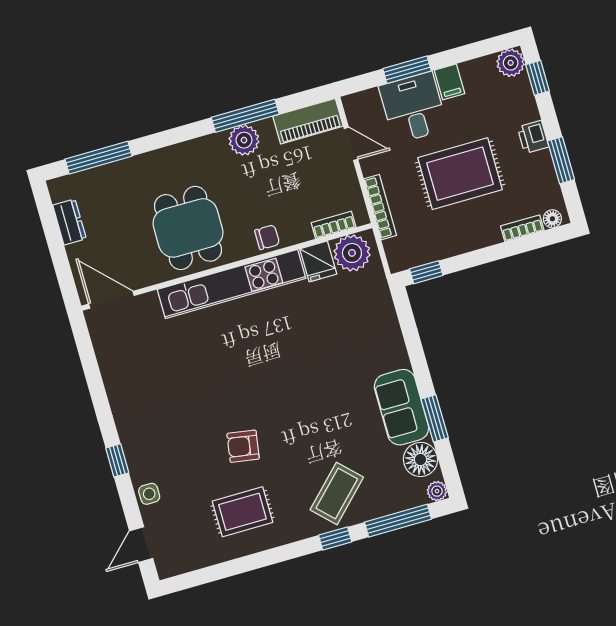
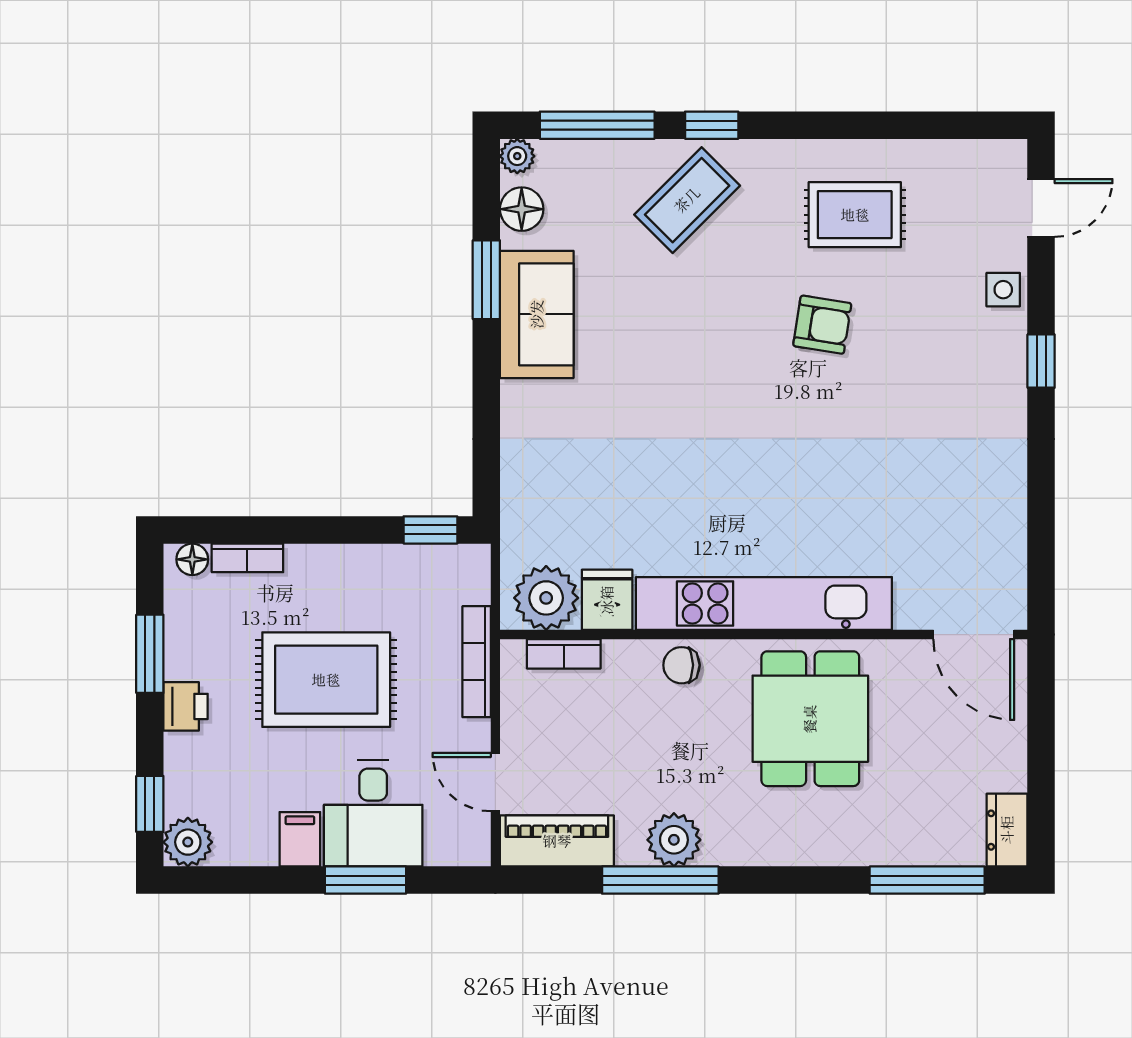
dresser: (69, 222) -> (1007, 830), moved
floor lamp: (420, 459) -> (522, 209), width x0.73, depth x0.73

